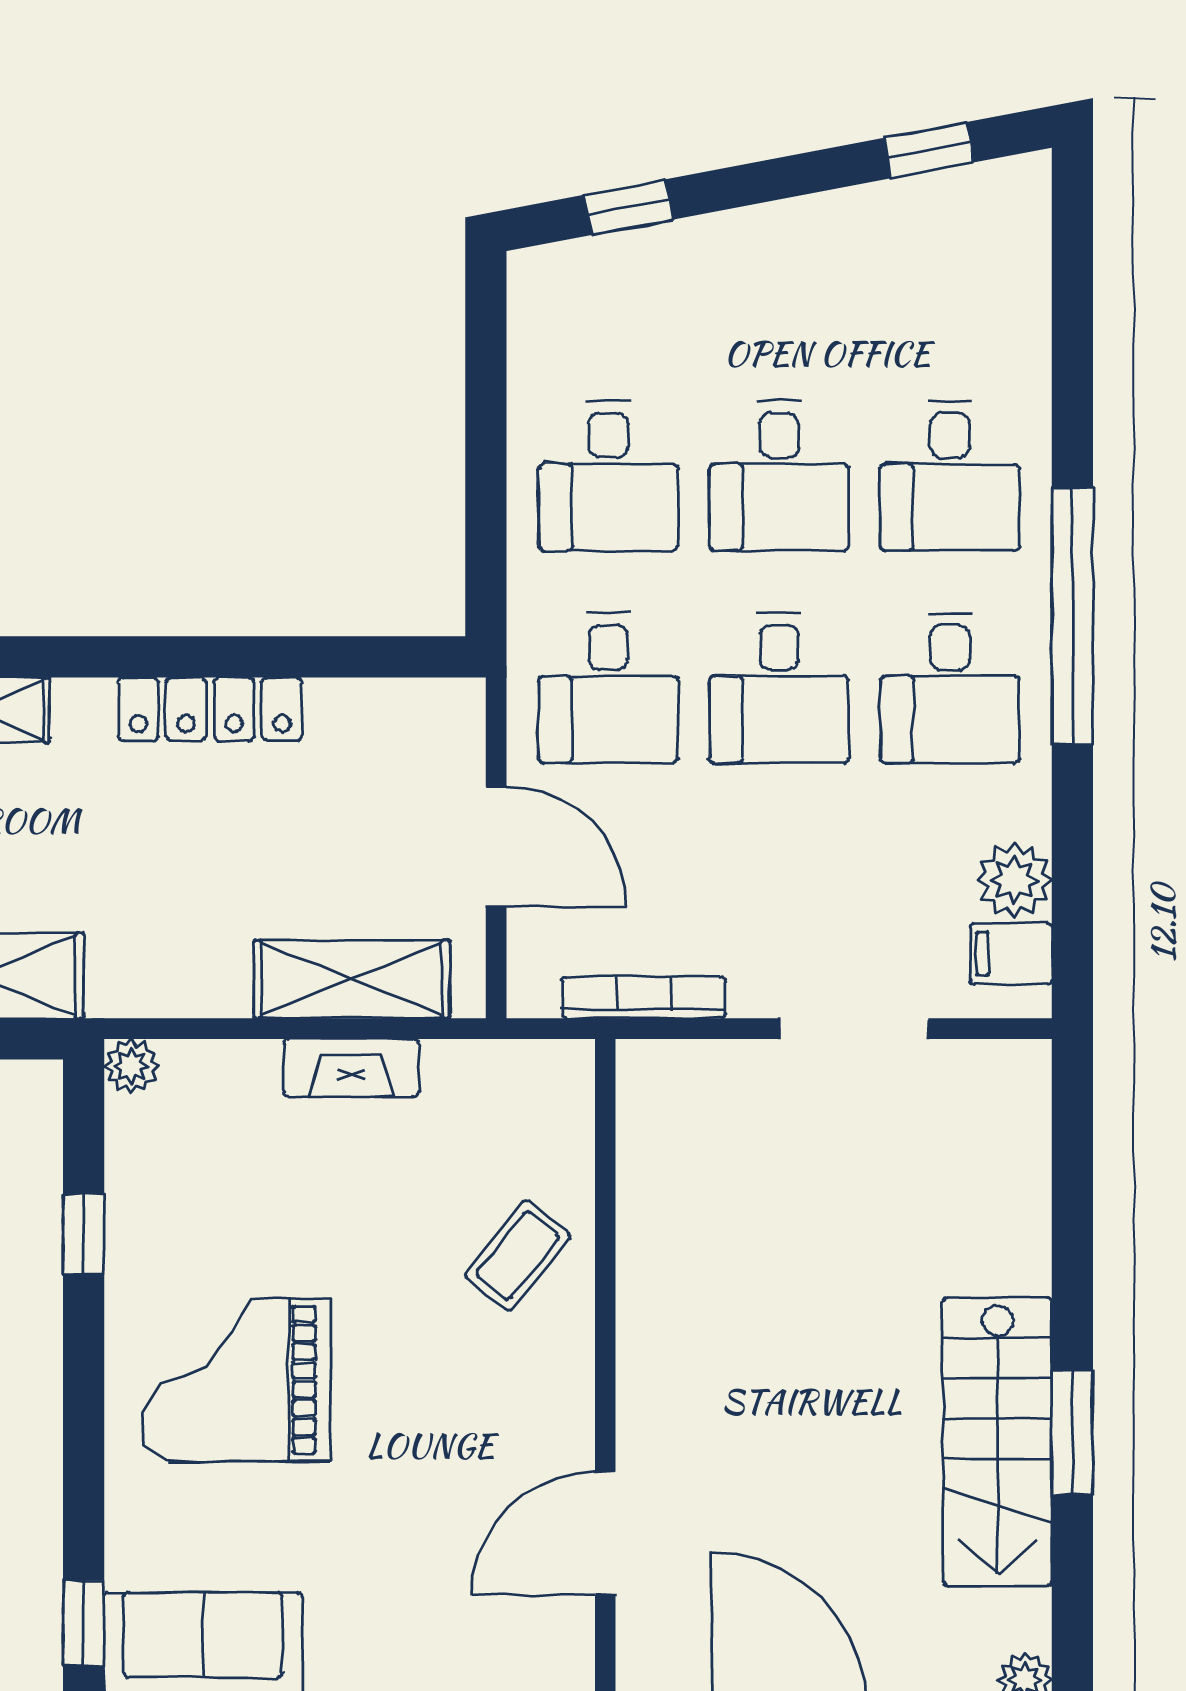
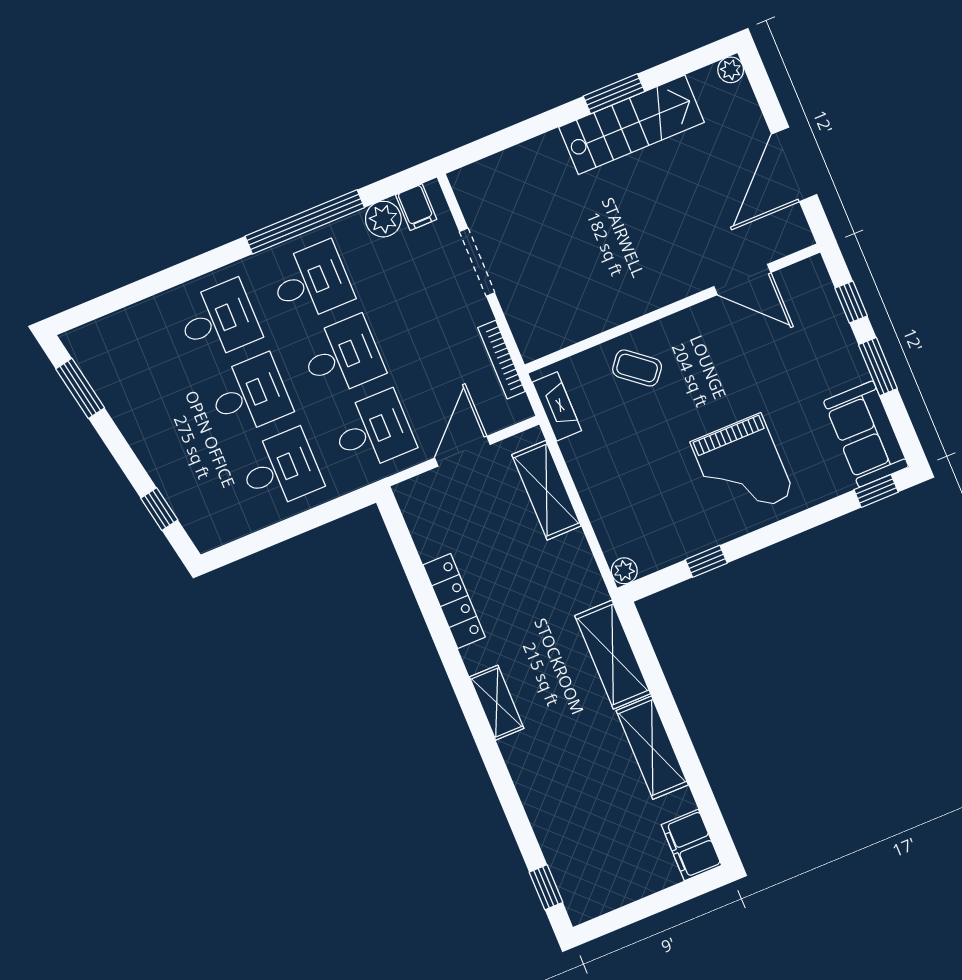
window: (929, 150) -> (80, 388), width x1.50
window: (1072, 616) -> (305, 222), moved
fireplace: (351, 1068) -> (557, 406), moved

